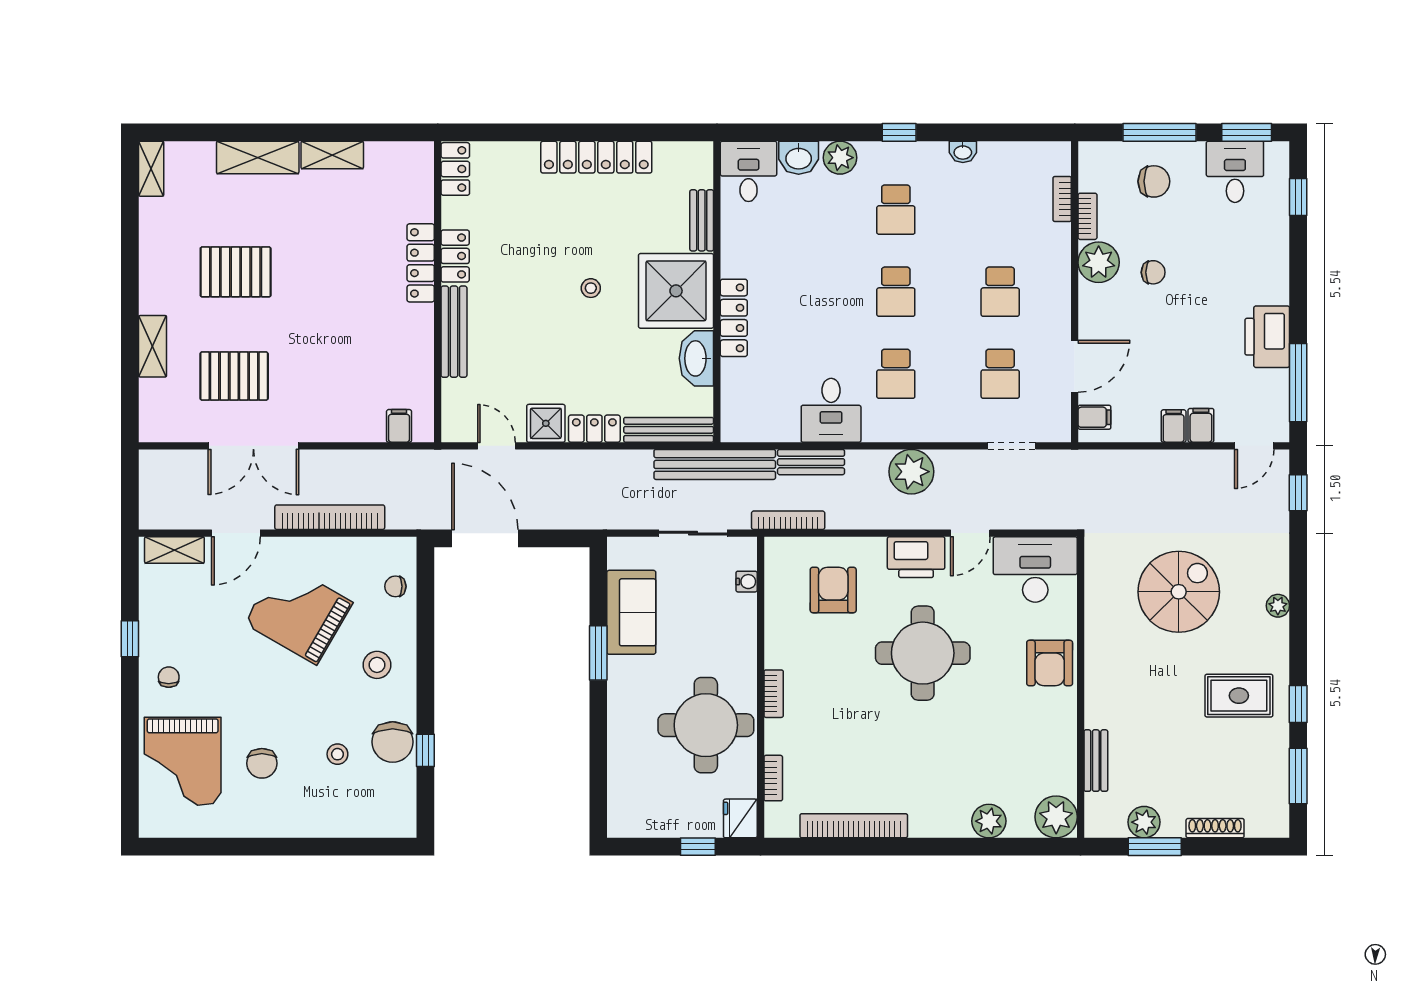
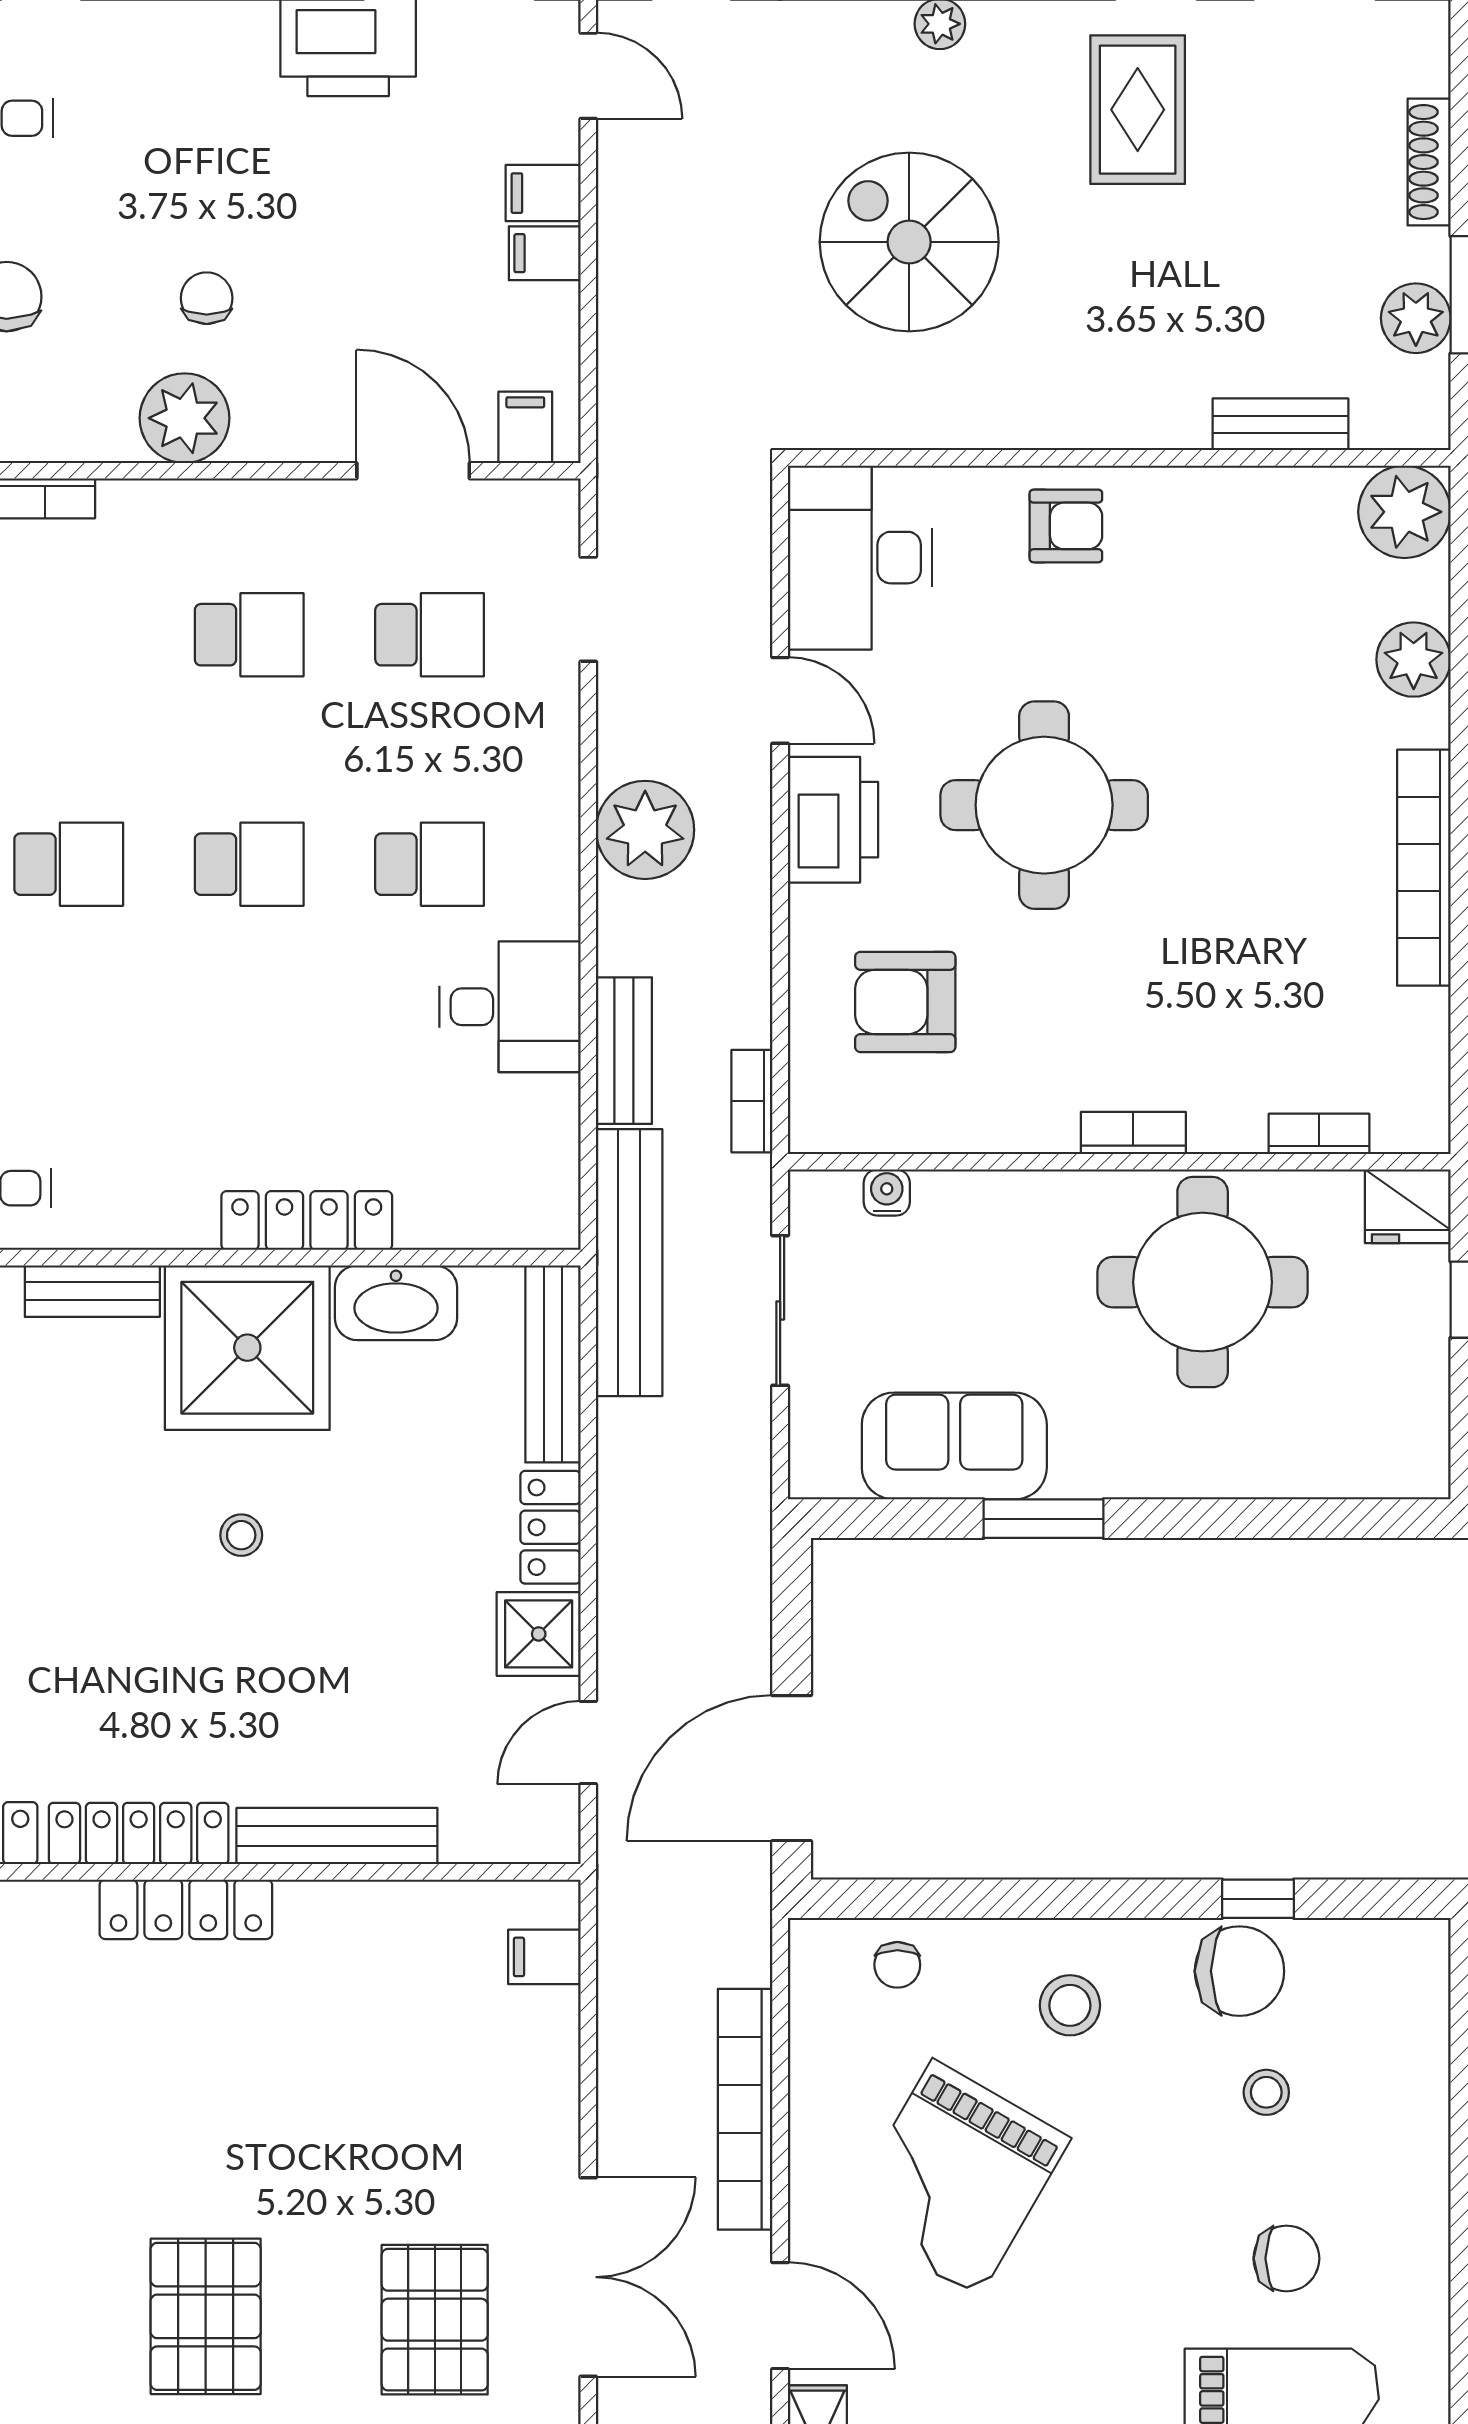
bookcase: (1088, 216) -> (83, 443), removed
locker: (455, 256) -> (139, 1833), width x1.53
bookcase: (788, 520) -> (752, 1101), width x0.64
armchair: (1050, 663) -> (1066, 526), width x0.72, depth x0.72
bookcase: (854, 826) -> (1424, 868), moved

